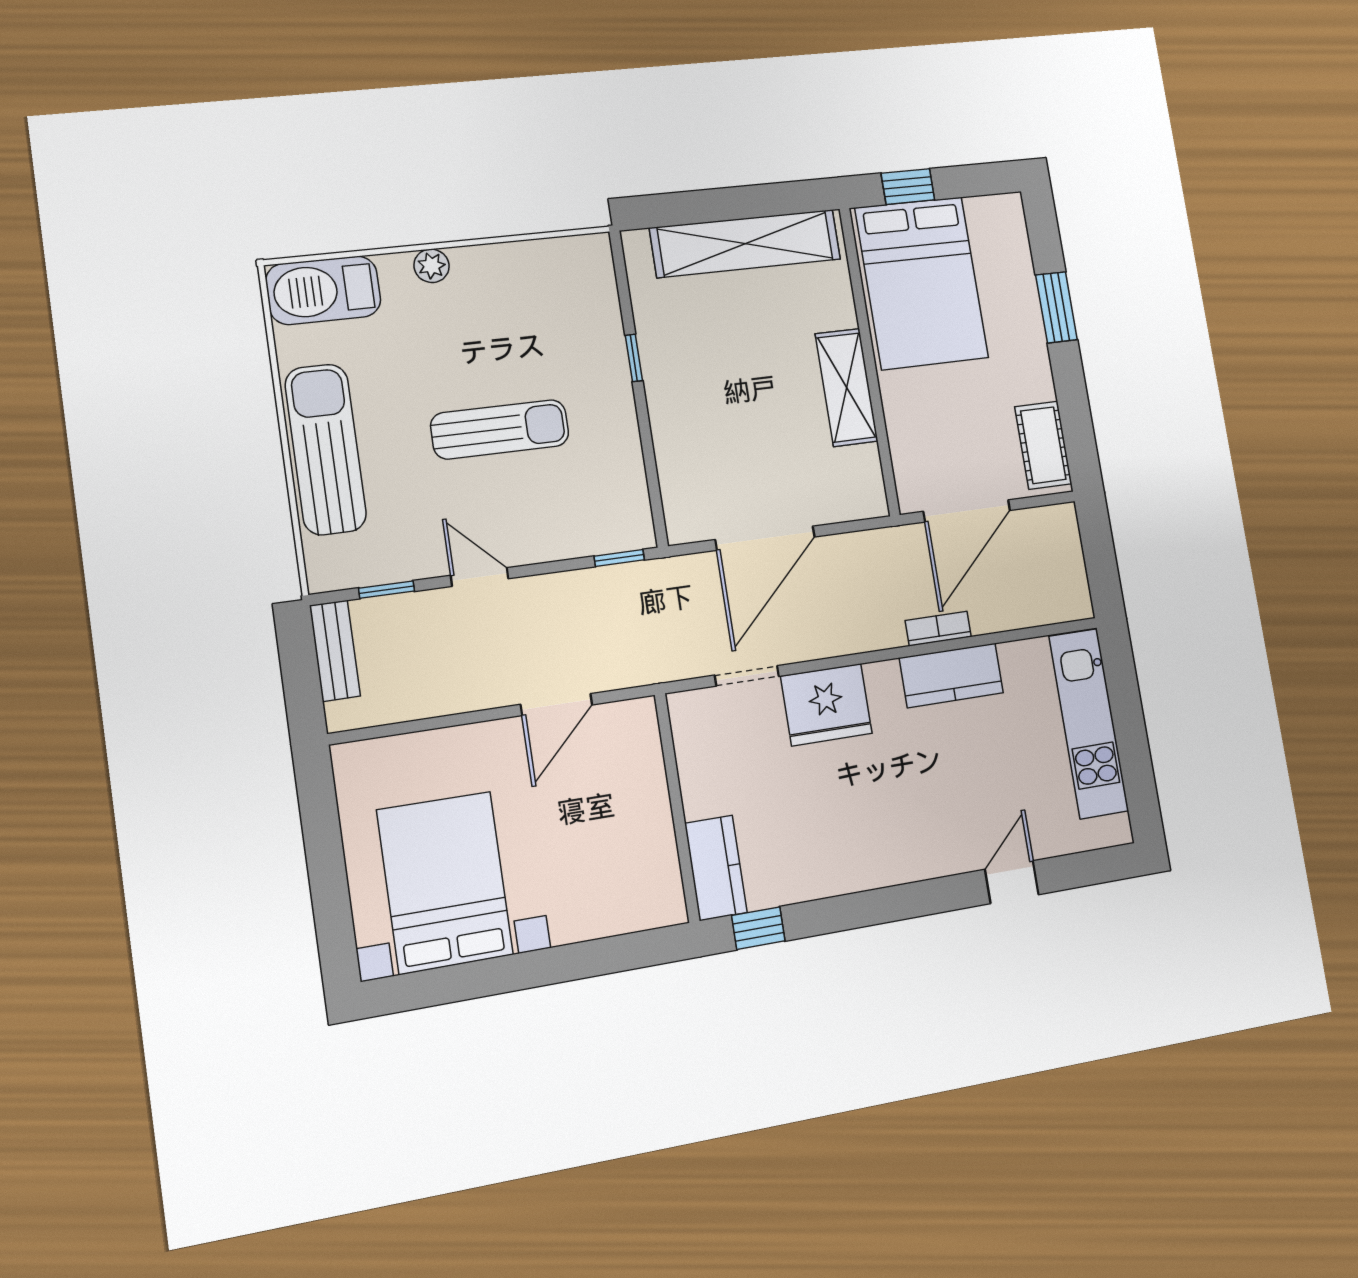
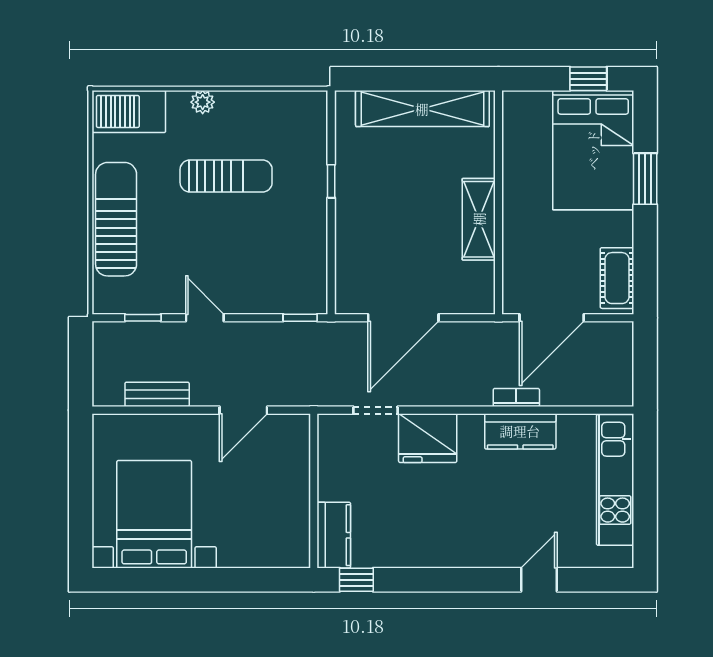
window: (908, 187) -> (588, 79), moved
bed: (922, 283) -> (593, 150), moved
sun lounger: (500, 429) -> (226, 176), moved
bench: (335, 651) -> (157, 394), moved, turned 90

